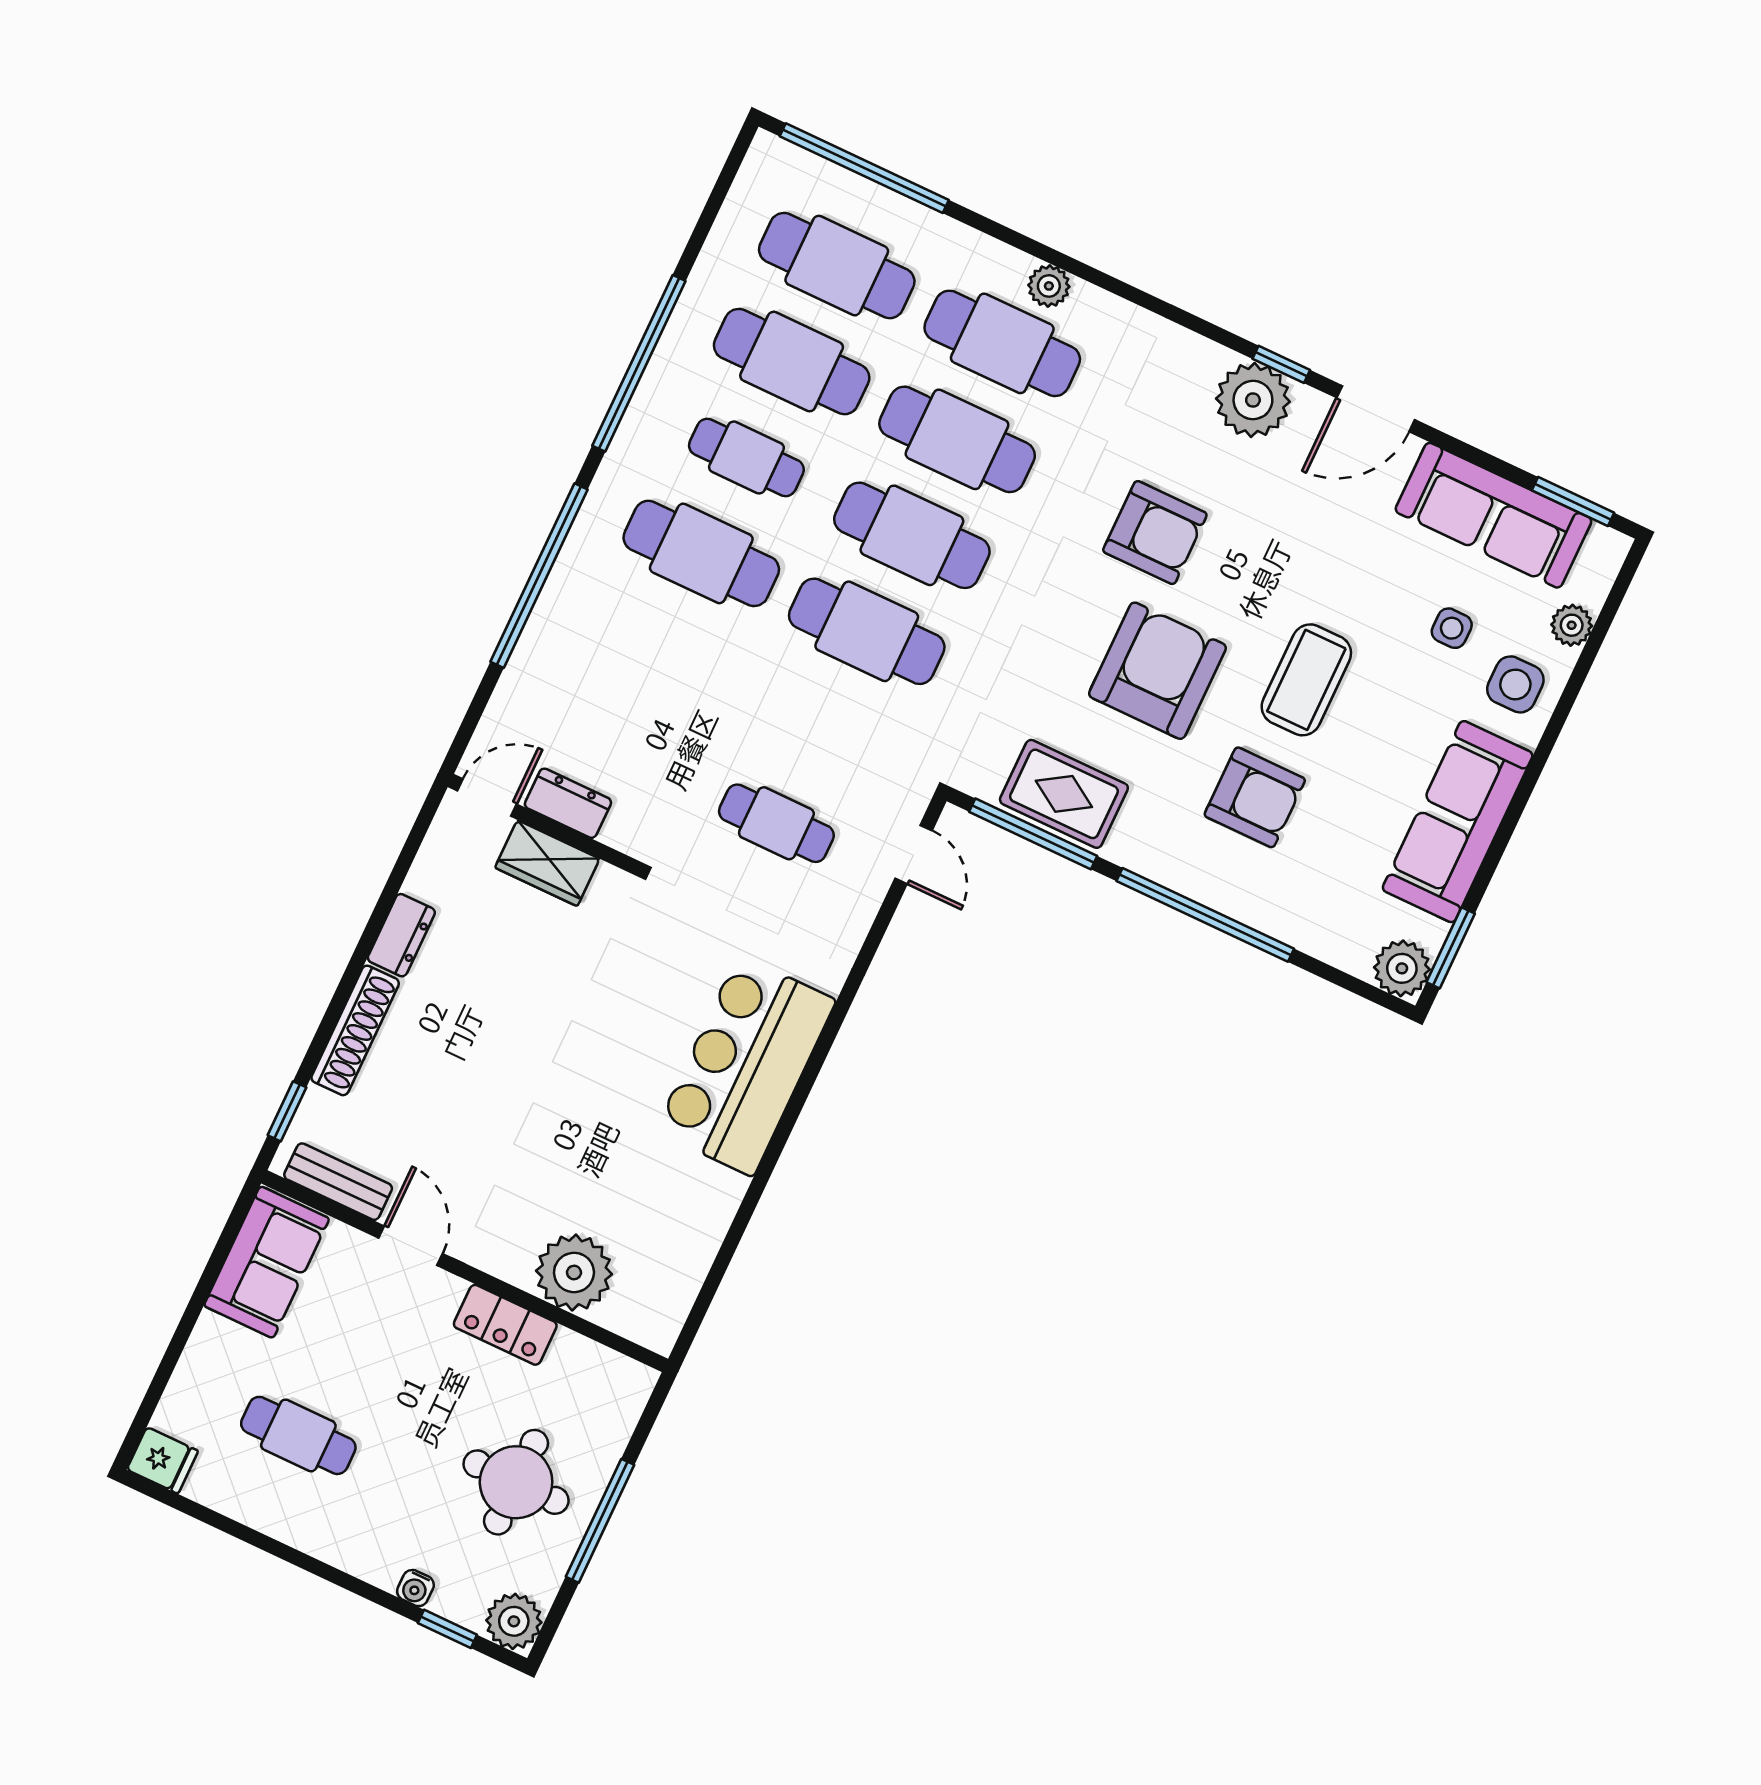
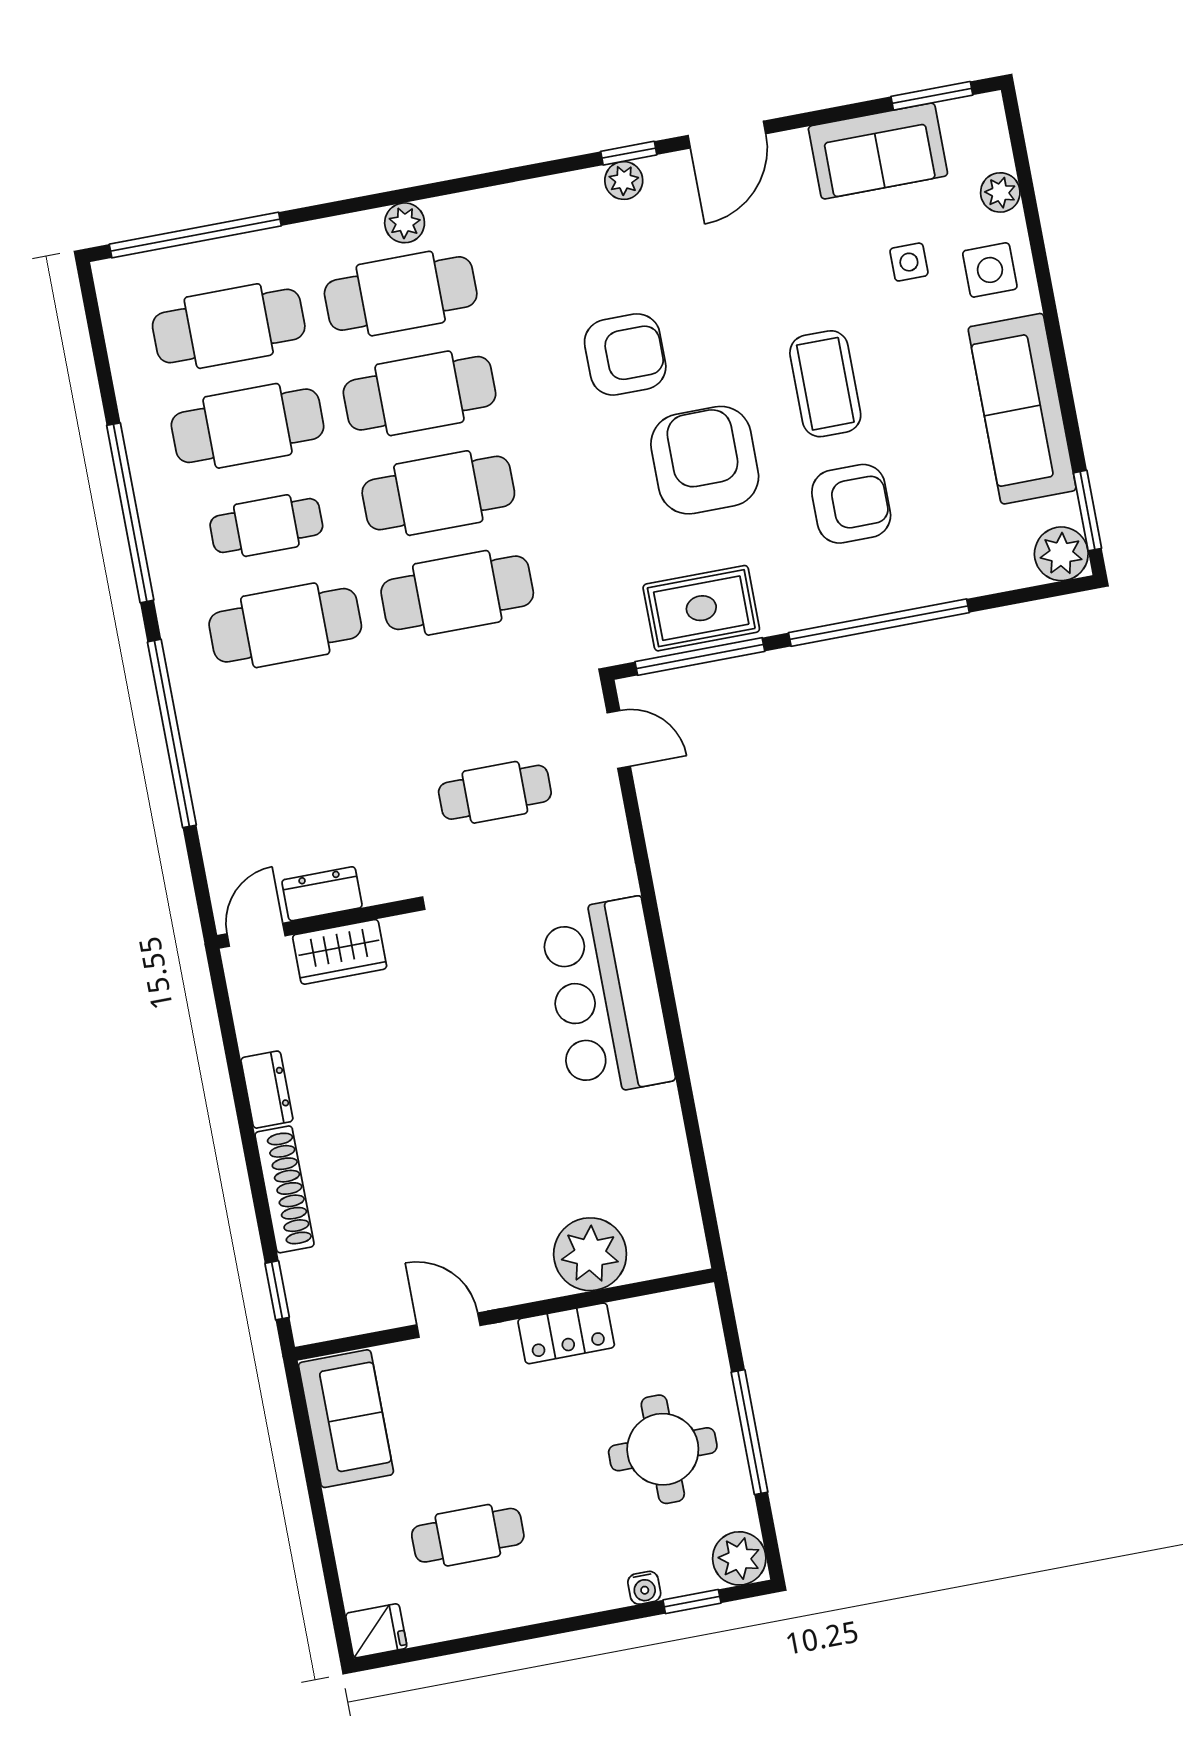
plant: (1253, 400) -> (624, 180), width x0.53, depth x0.53
sofa: (1493, 515) -> (878, 151), width x0.73
bench: (338, 1182) -> (356, 1316), removed

